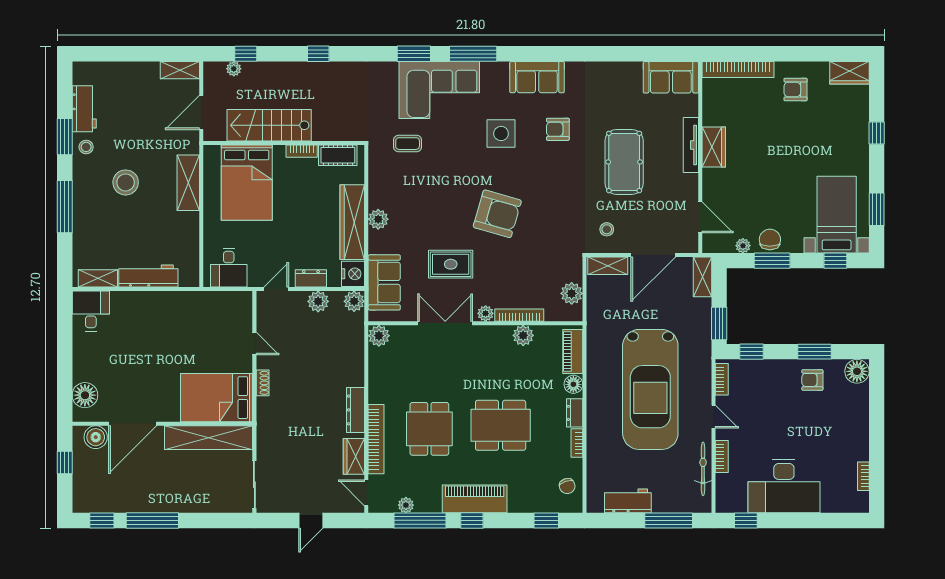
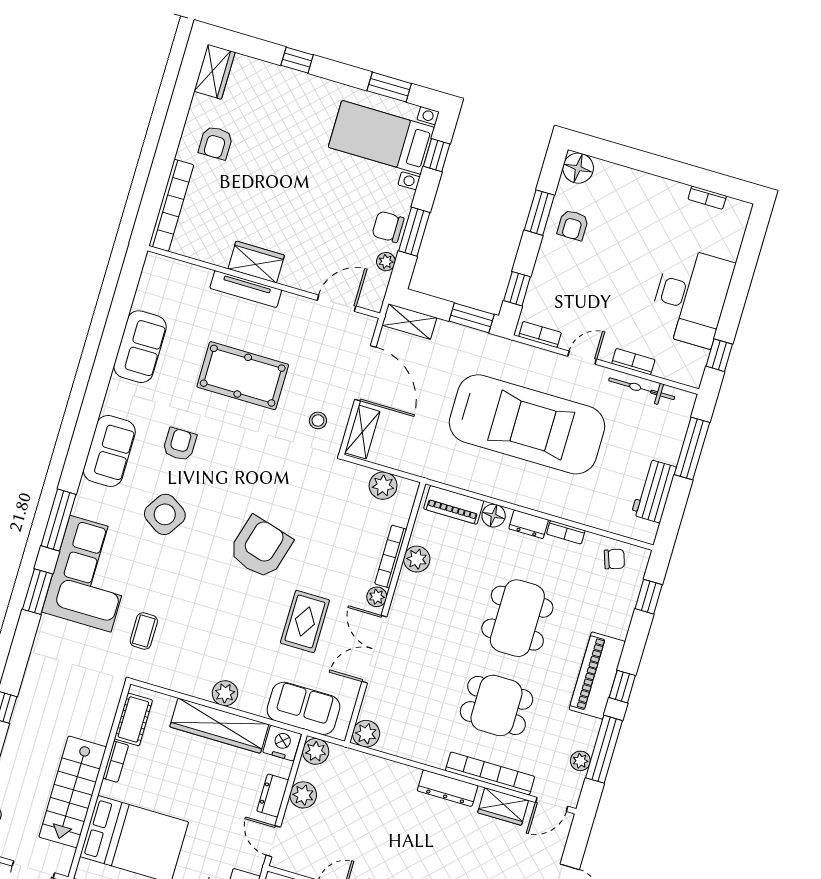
sofa: (671, 77) -> (140, 347), moved
armchair: (558, 129) -> (180, 444), turned 180
side table: (501, 134) -> (165, 514), turned 33

